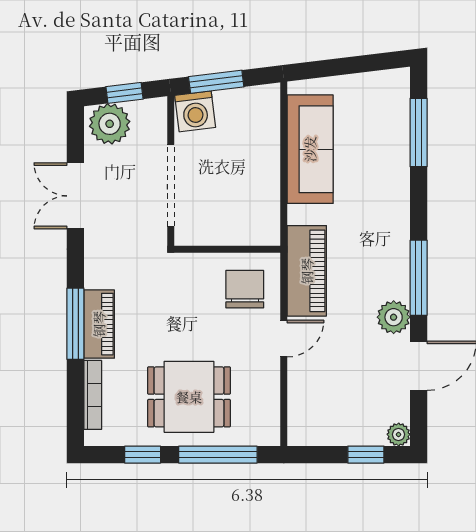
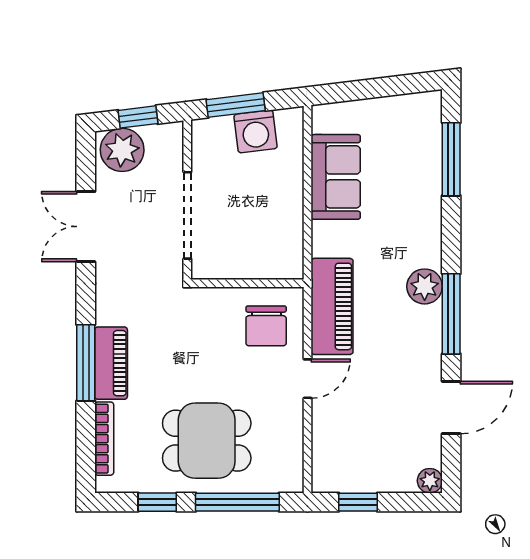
washing machine: (195, 111) -> (256, 131), moved
sofa: (310, 149) -> (336, 177), width x0.73
chair: (245, 289) -> (266, 326), turned 180
plant: (394, 317) -> (425, 286), moved
window: (366, 455) -> (358, 502), moved

